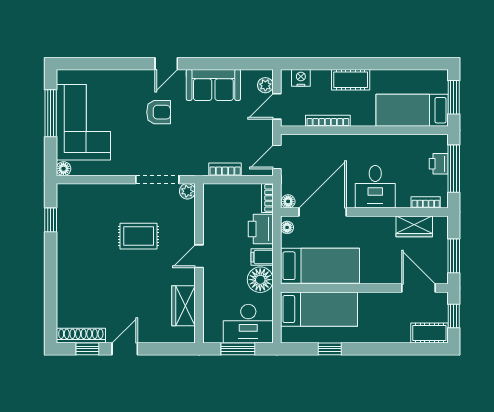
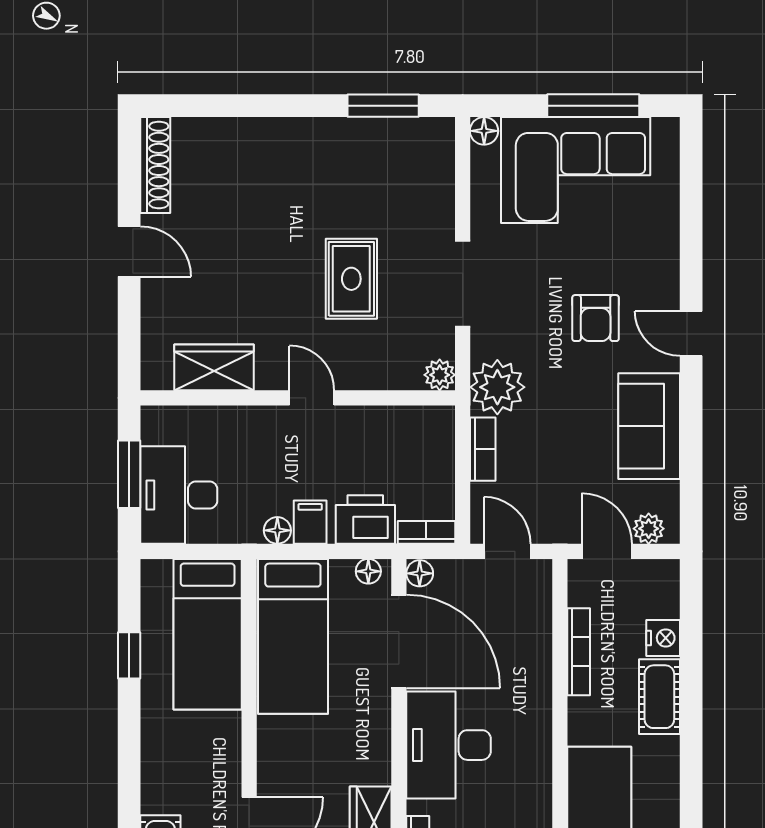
nightstand: (301, 78) -> (663, 638), moved
plant: (194, 162) -> (497, 387), added
doorway: (157, 180) -> (463, 284), moved
desk: (375, 187) -> (449, 745), width x1.37
window: (51, 220) -> (383, 106), width x1.50
floor lamp: (260, 280) -> (277, 530), width x0.53, depth x0.53
window: (87, 349) -> (129, 178), removed

